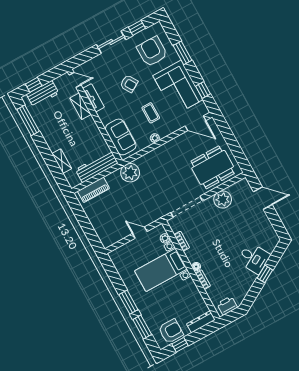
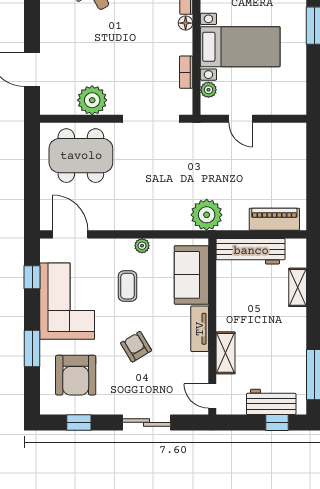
sliding door: (111, 42) -> (147, 422), moved
tv unit: (93, 98) -> (200, 329), moved

